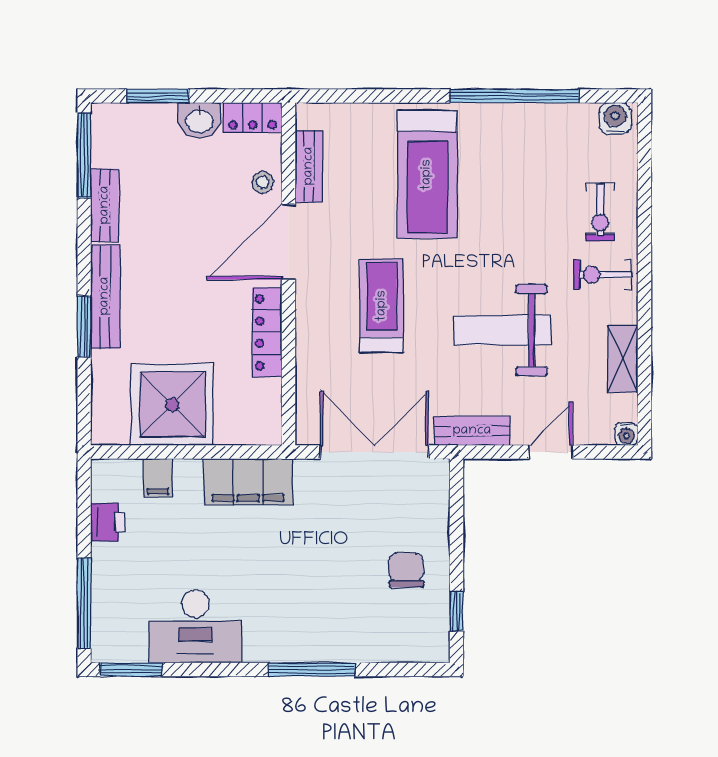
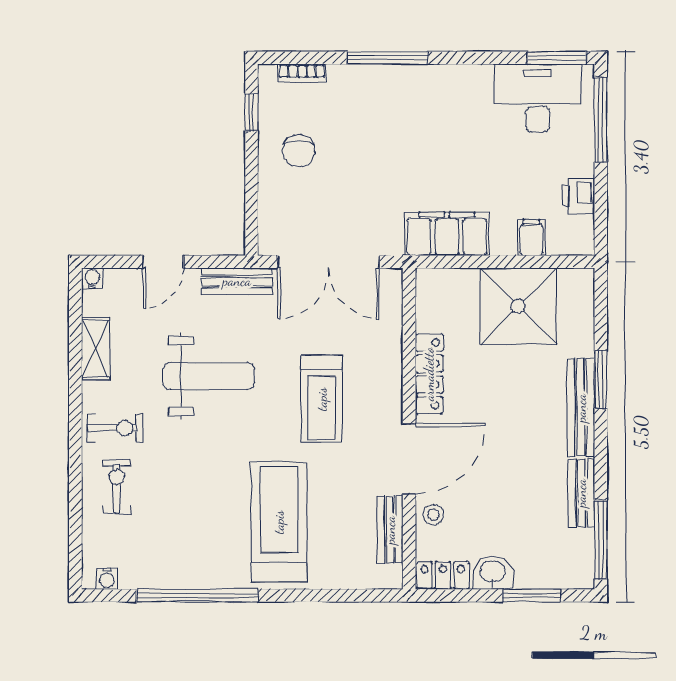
water cooler: (615, 118) -> (107, 579), width x0.72, depth x0.72
desk: (195, 626) -> (538, 98), moved
bookcase: (403, 653) -> (302, 73), added

